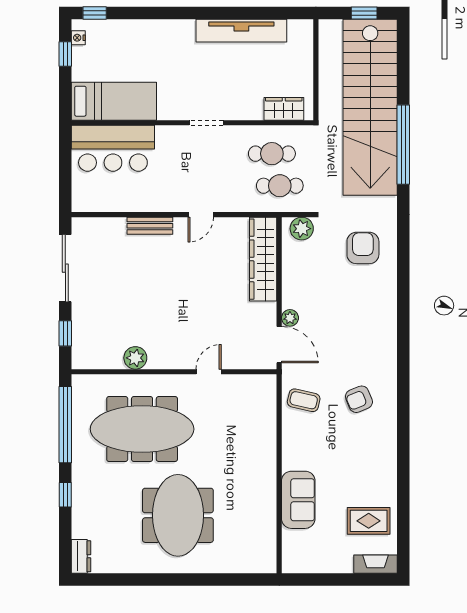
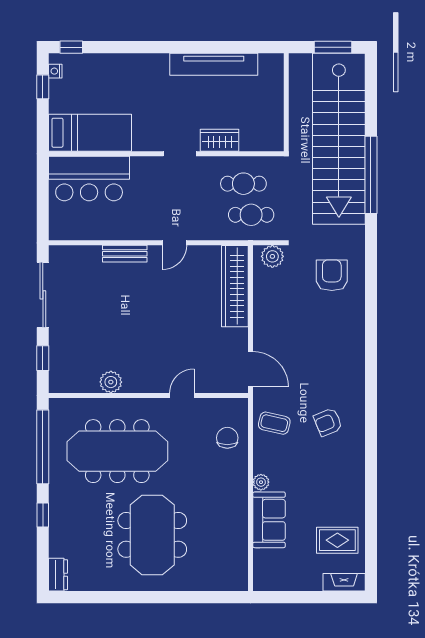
window: (364, 13) -> (333, 47), width x1.50
wardrobe: (284, 109) -> (220, 140), moved
plant: (290, 318) -> (261, 482), moved
chair: (255, 415) -> (227, 438), added

